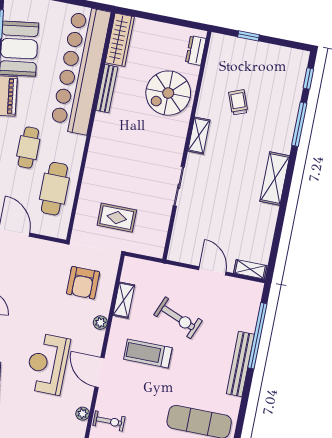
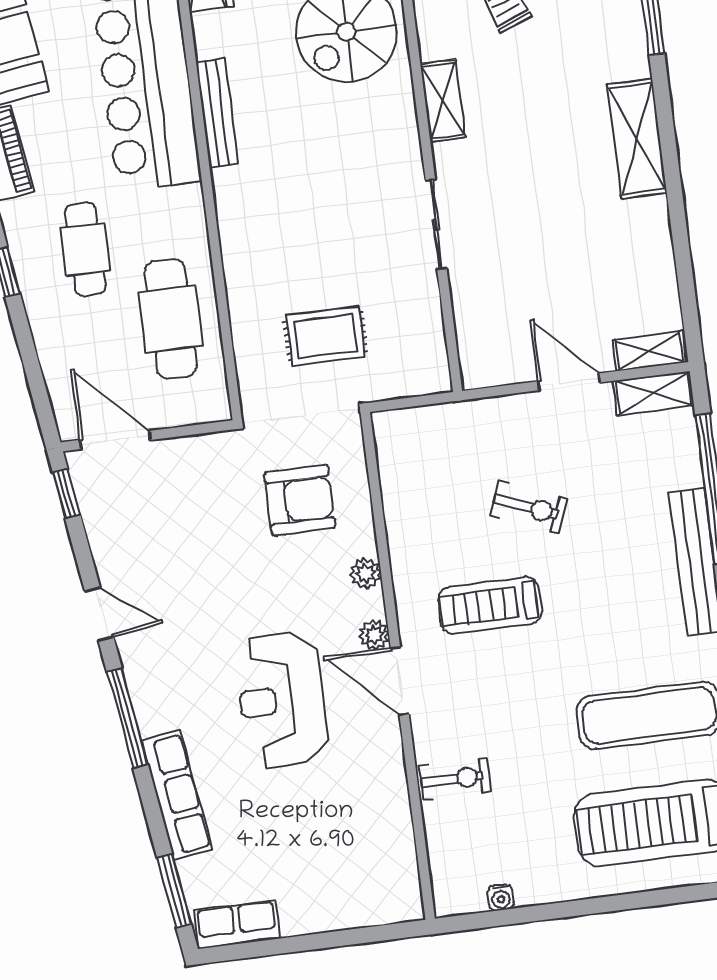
bench: (107, 89) -> (217, 113), moved
armchair: (83, 283) -> (300, 500), turned -90
shelving: (124, 300) -> (653, 393), moved, turned 90
exercise bike: (178, 318) -> (529, 507), width x0.73, depth x0.72
plant: (83, 414) -> (374, 635), moved

